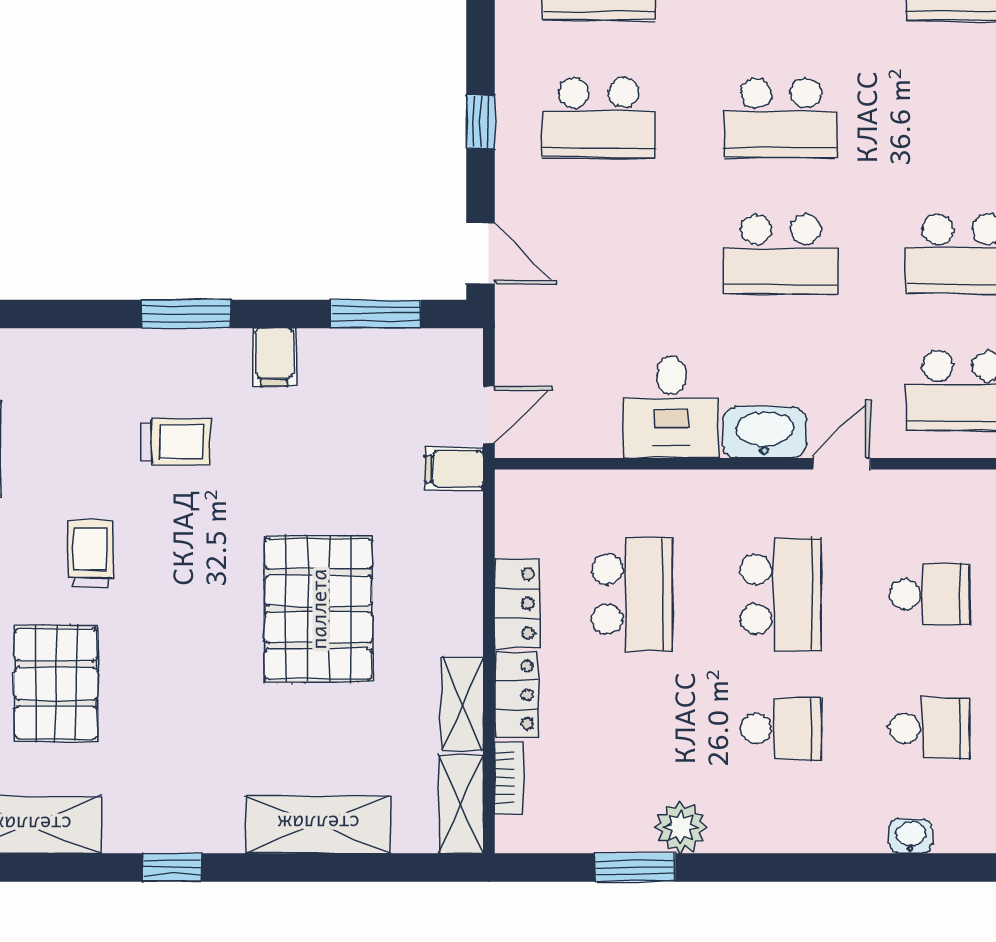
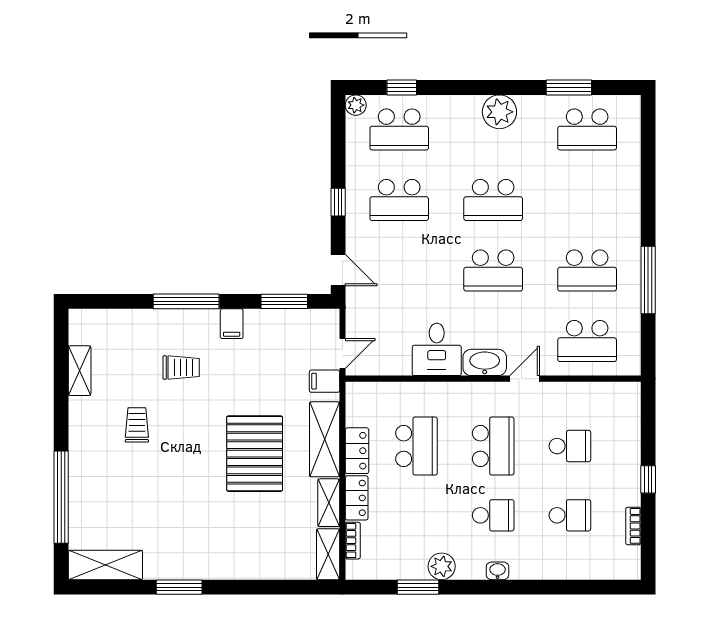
window: (186, 314) -> (186, 301), width x1.44
pallet: (56, 684) -> (119, 492), removed
shelving: (318, 824) -> (325, 439), moved, turned 90
washbasin: (911, 836) -> (498, 571), moved
window: (172, 868) -> (179, 587), width x1.50

